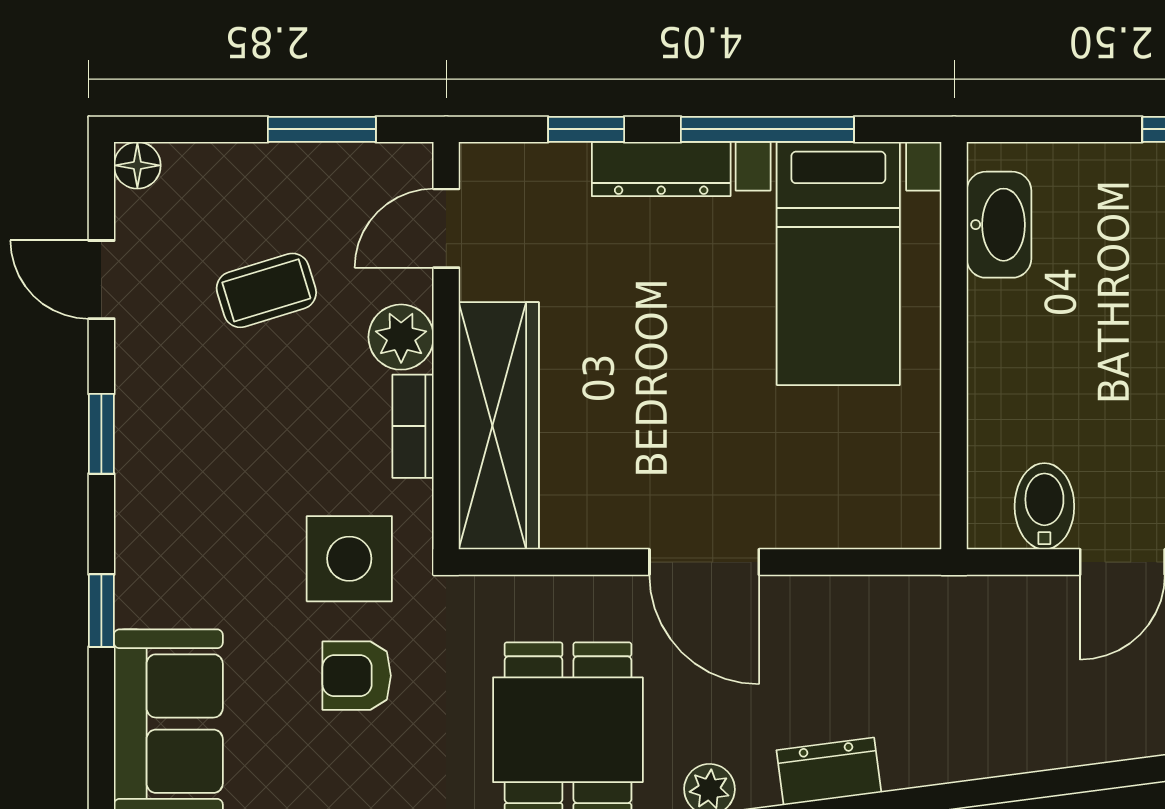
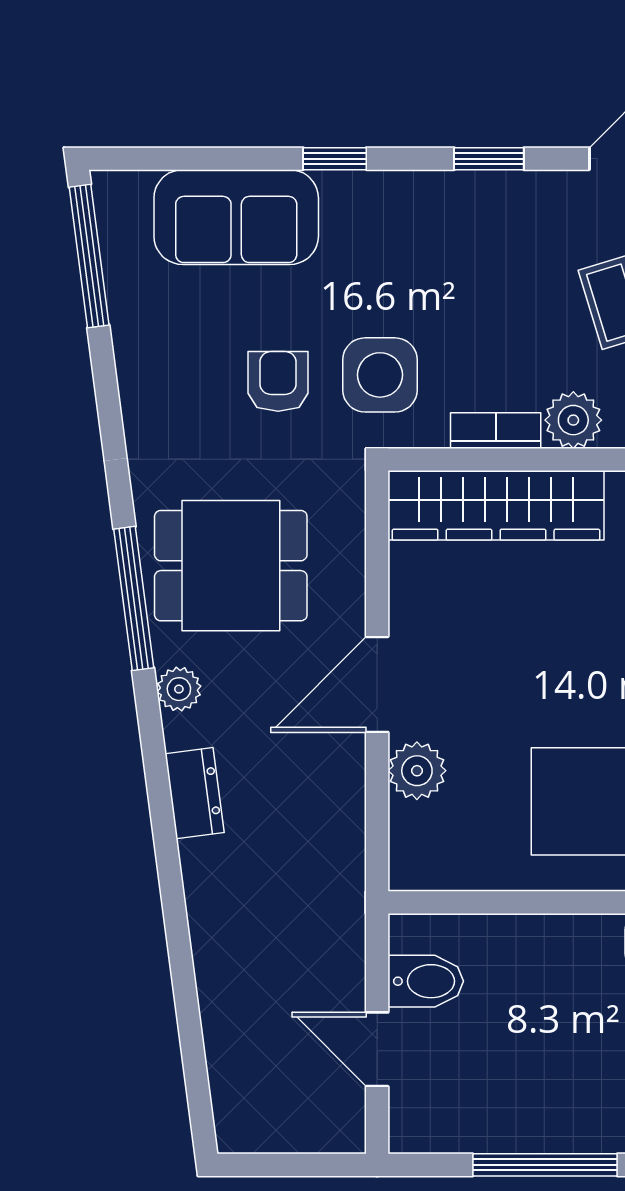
plant: (803, 516) -> (417, 771), added

